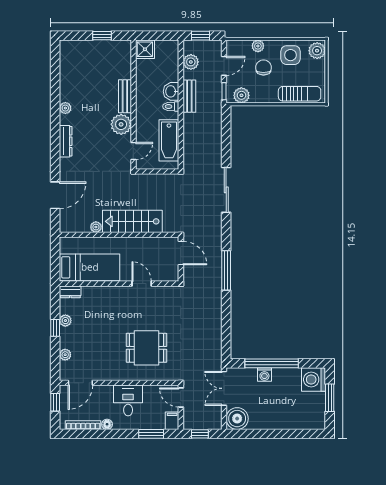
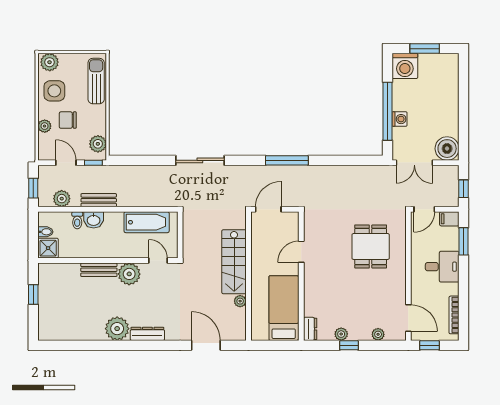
bidet: (160, 47) -> (45, 232), added
toilet: (171, 106) -> (77, 220), moved
plant: (65, 108) -> (117, 329), width x1.87, depth x1.87
desk: (128, 400) -> (442, 267), moved, turned 180
floor lamp: (107, 424) -> (453, 289), removed

